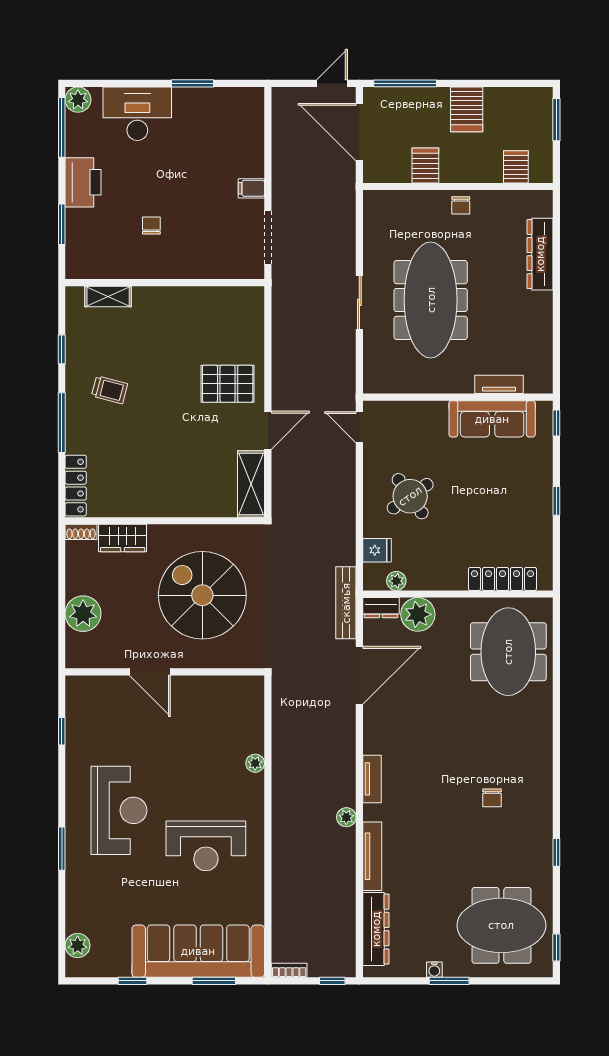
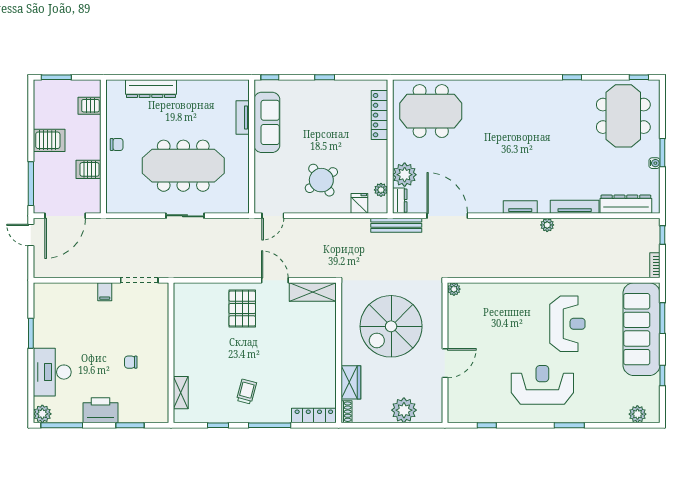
plant: (255, 763) -> (454, 289), moved
chair: (492, 798) -> (534, 122), removed

